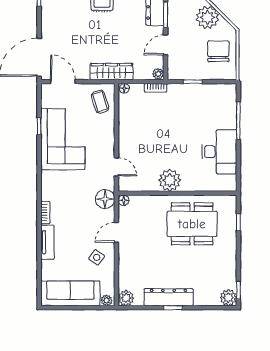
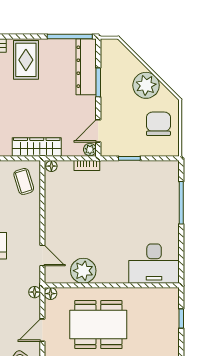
door: (166, 45) -> (98, 131), moved
desk: (219, 152) -> (154, 264), moved, turned 90
plant: (170, 180) -> (83, 271), moved
floor lamp: (105, 199) -> (35, 292), width x0.53, depth x0.53
dining table: (192, 224) -> (98, 325), moved

